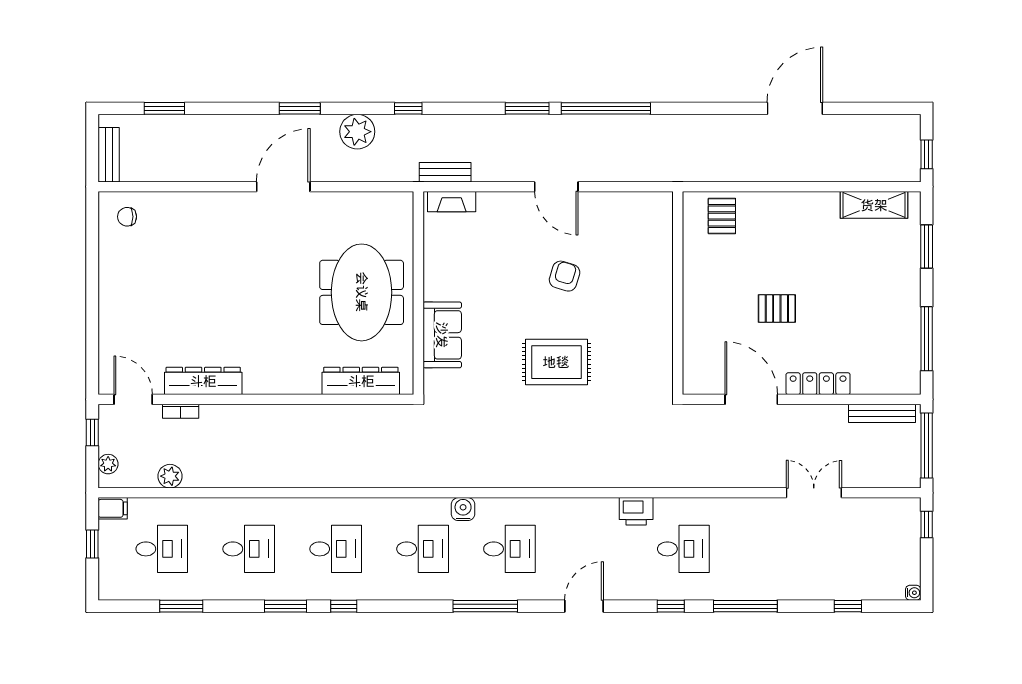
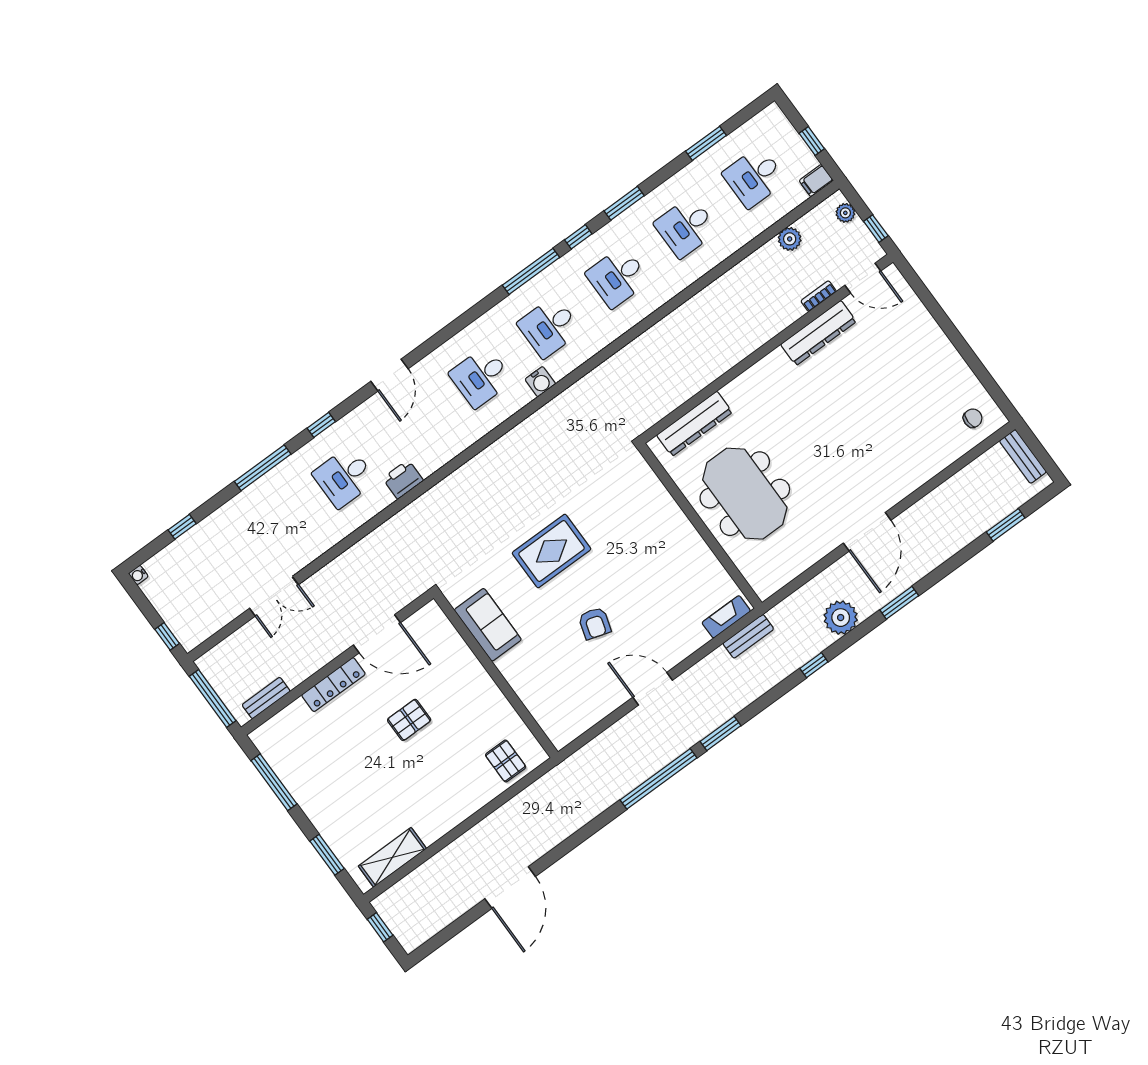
sofa: (442, 335) -> (488, 625), moved, turned 180
bench: (882, 413) -> (266, 698), width x0.73
window: (485, 606) -> (531, 271), moved

